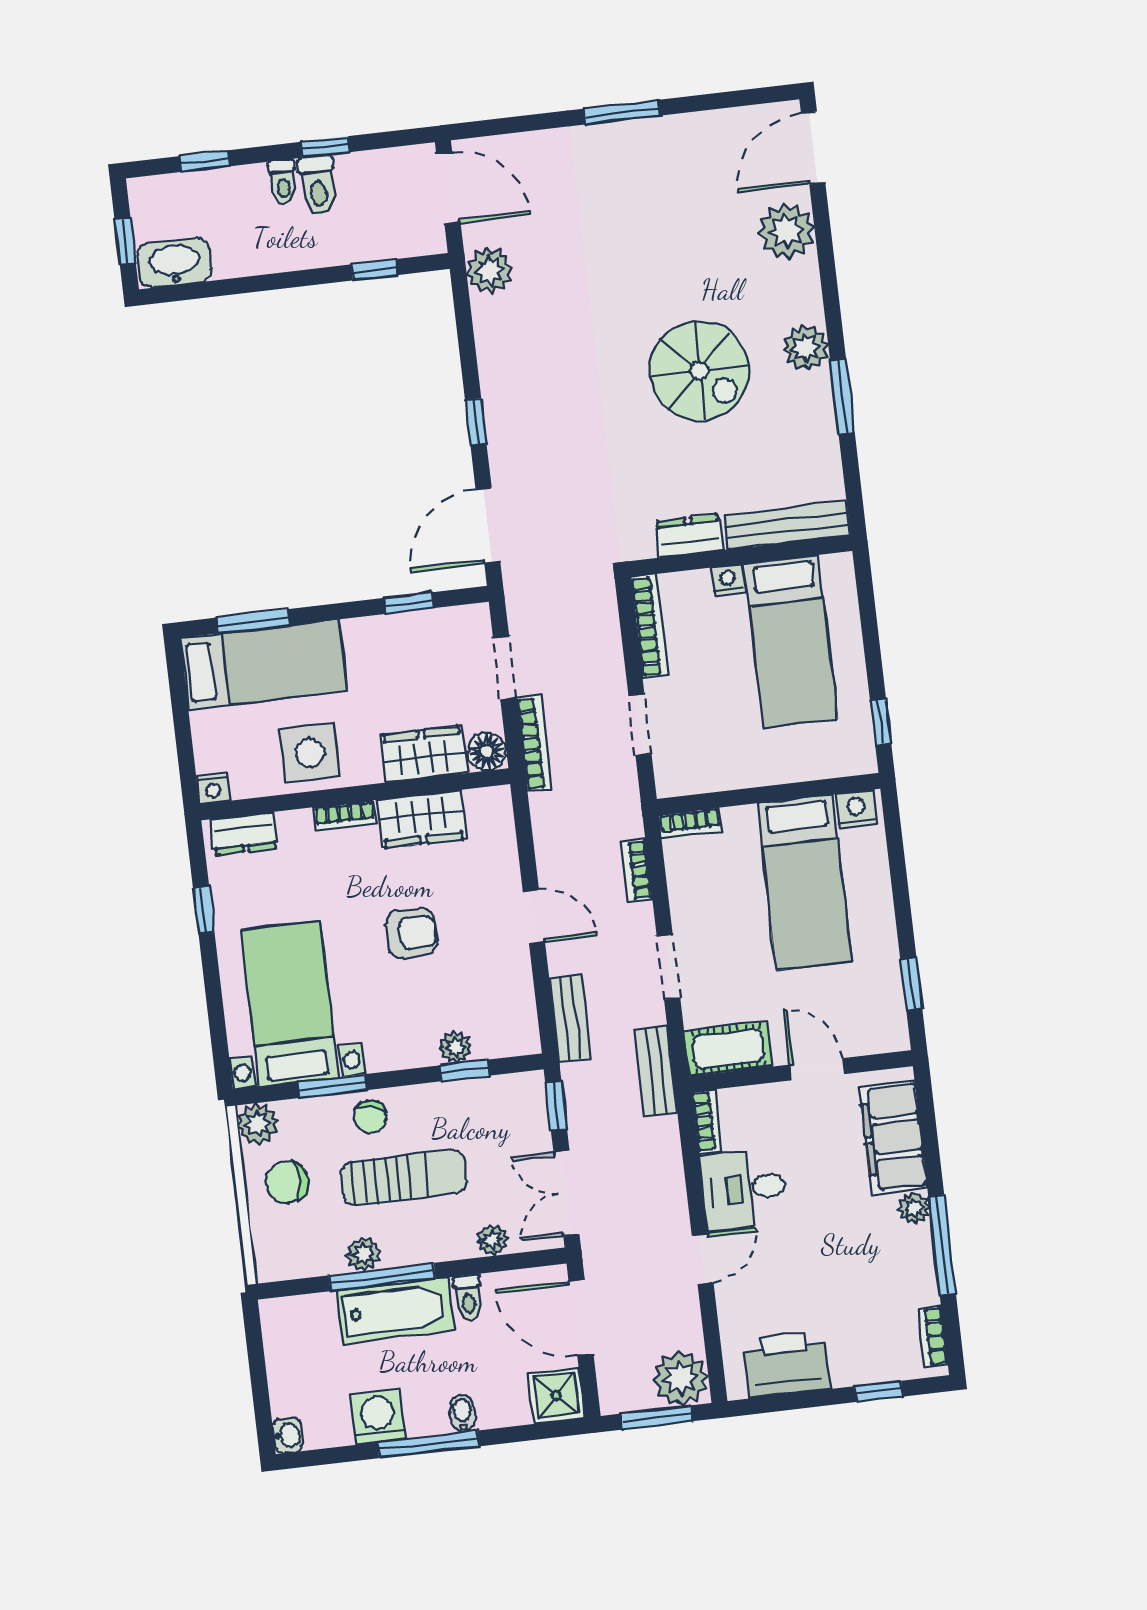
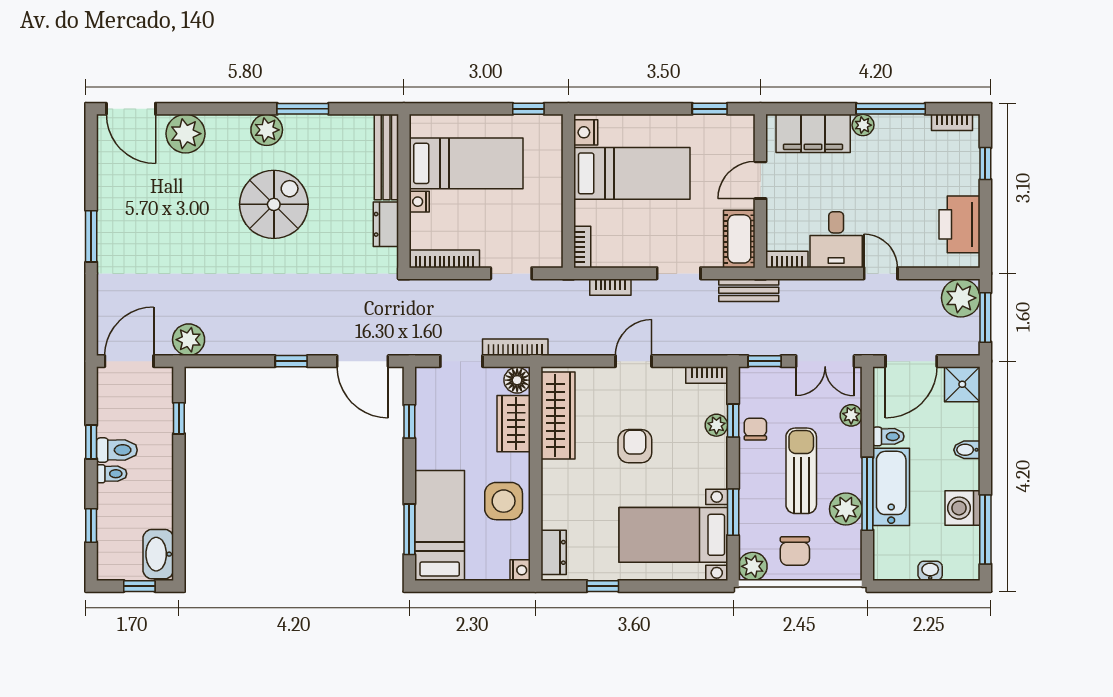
bookcase: (345, 816) -> (707, 375), moved, turned 90
wardrobe: (421, 819) -> (558, 416), width x1.50
bench: (570, 1018) -> (706, 345), removed
chair: (370, 1117) -> (755, 429), moved, turned -103
plant: (363, 1254) -> (846, 509), width x1.38, depth x1.38
washbasin: (288, 1435) -> (930, 571), moved
window: (428, 1444) -> (985, 529), moved

